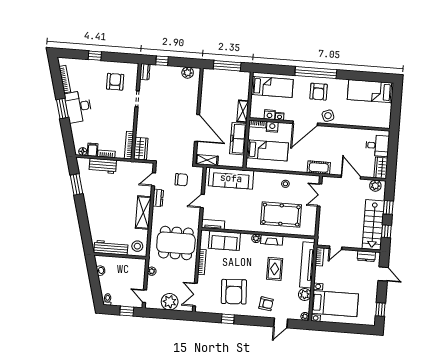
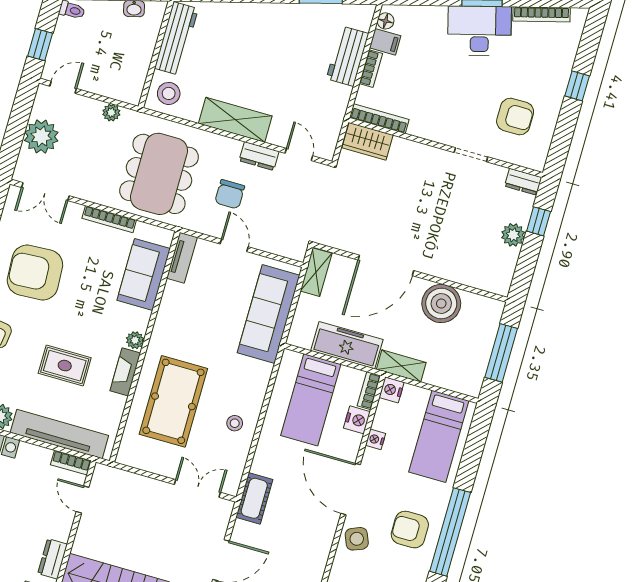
plant: (188, 73) -> (513, 235), moved
boiler: (210, 98) -> (441, 303), added
nightstand: (270, 115) -> (392, 390), moved
chair: (181, 180) -> (230, 194), moved
double door: (195, 295) -> (45, 192), swing flipped

